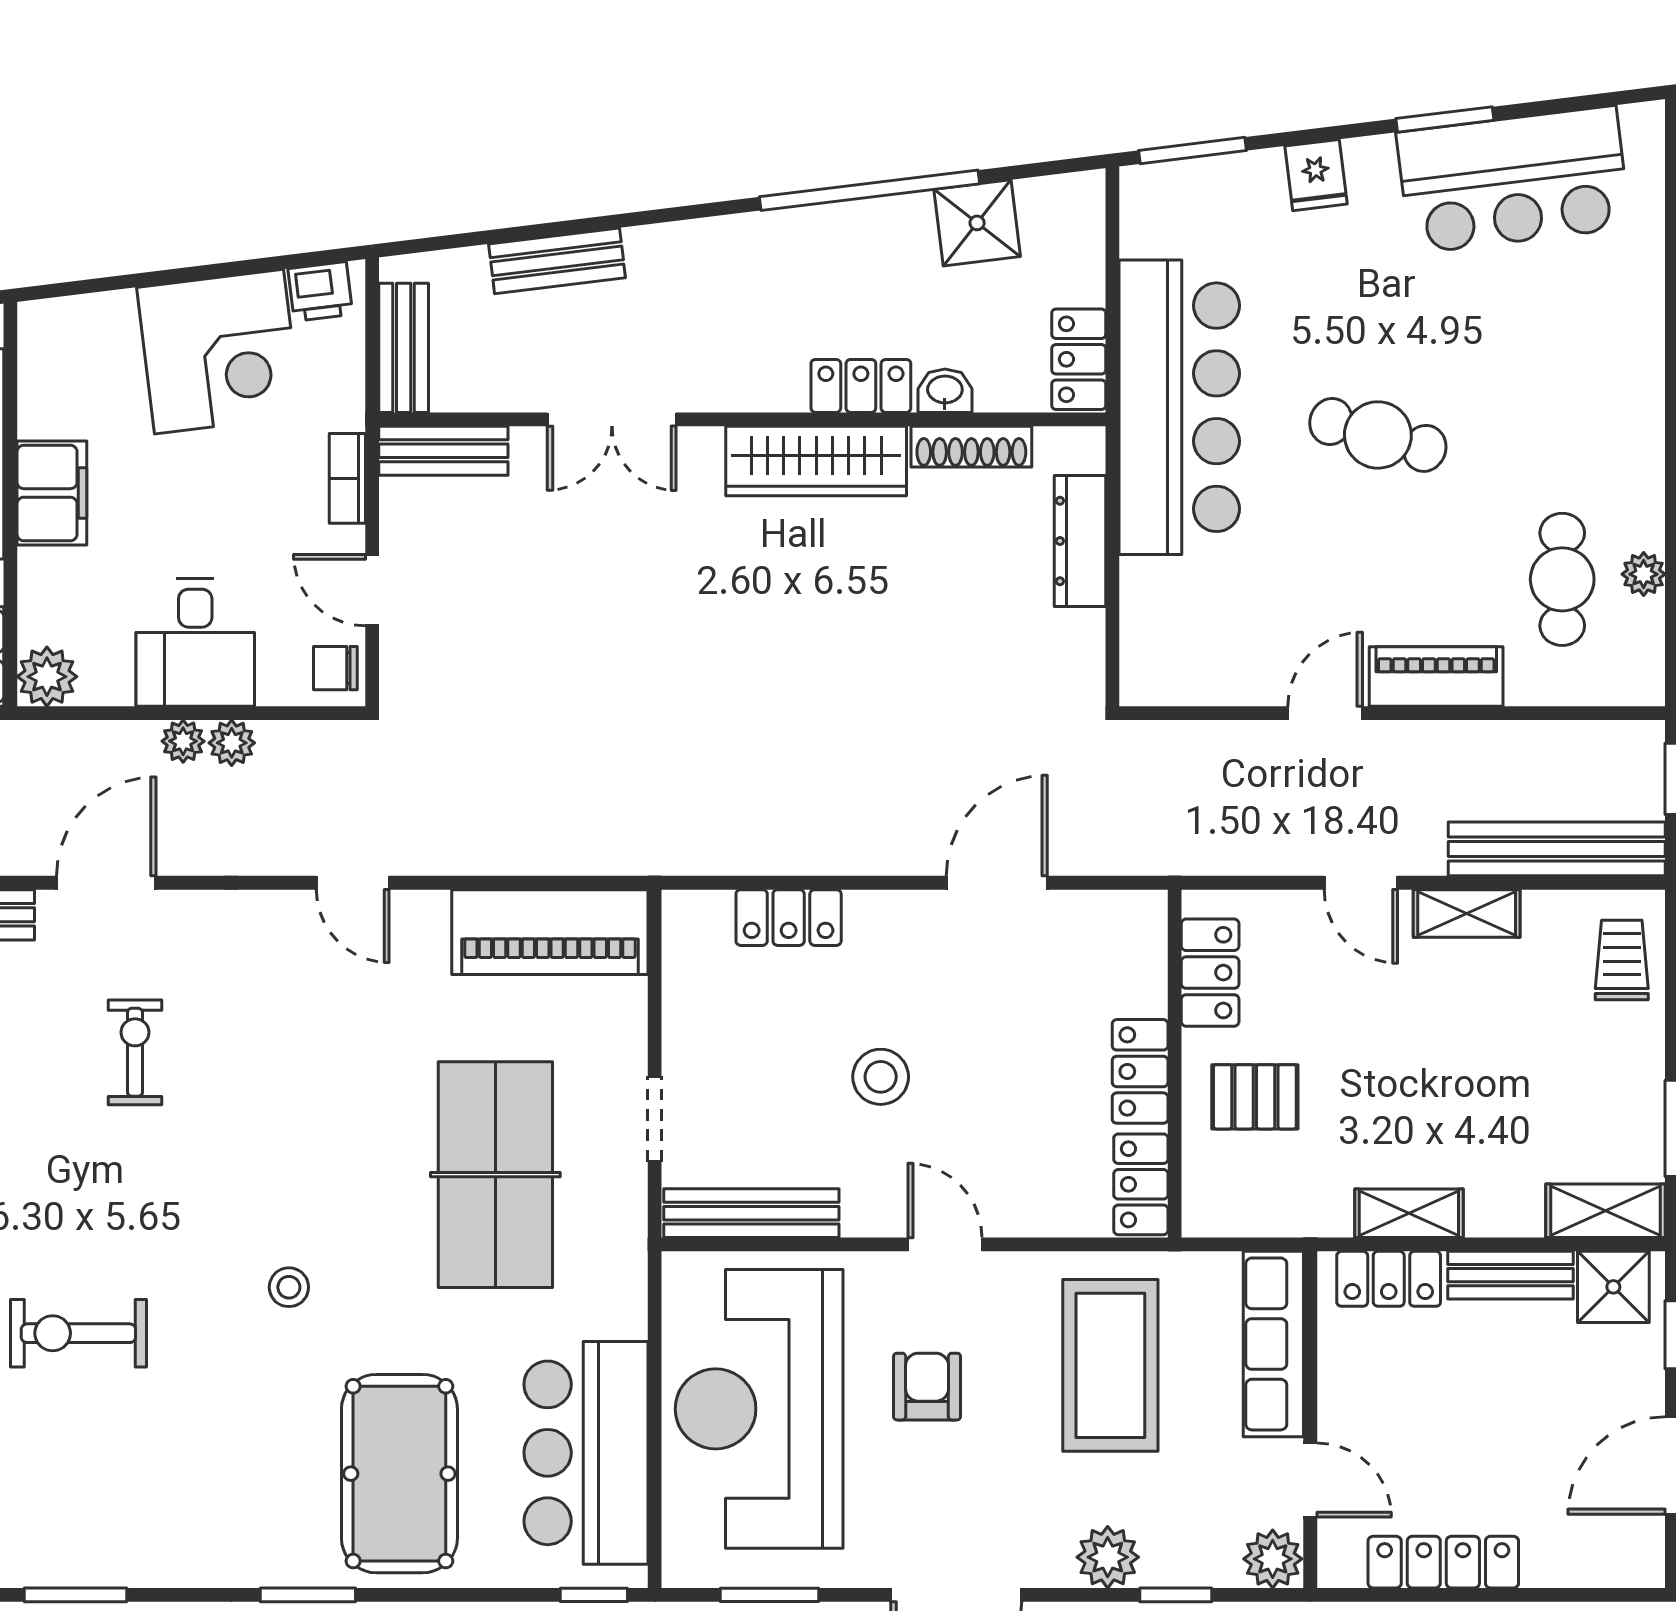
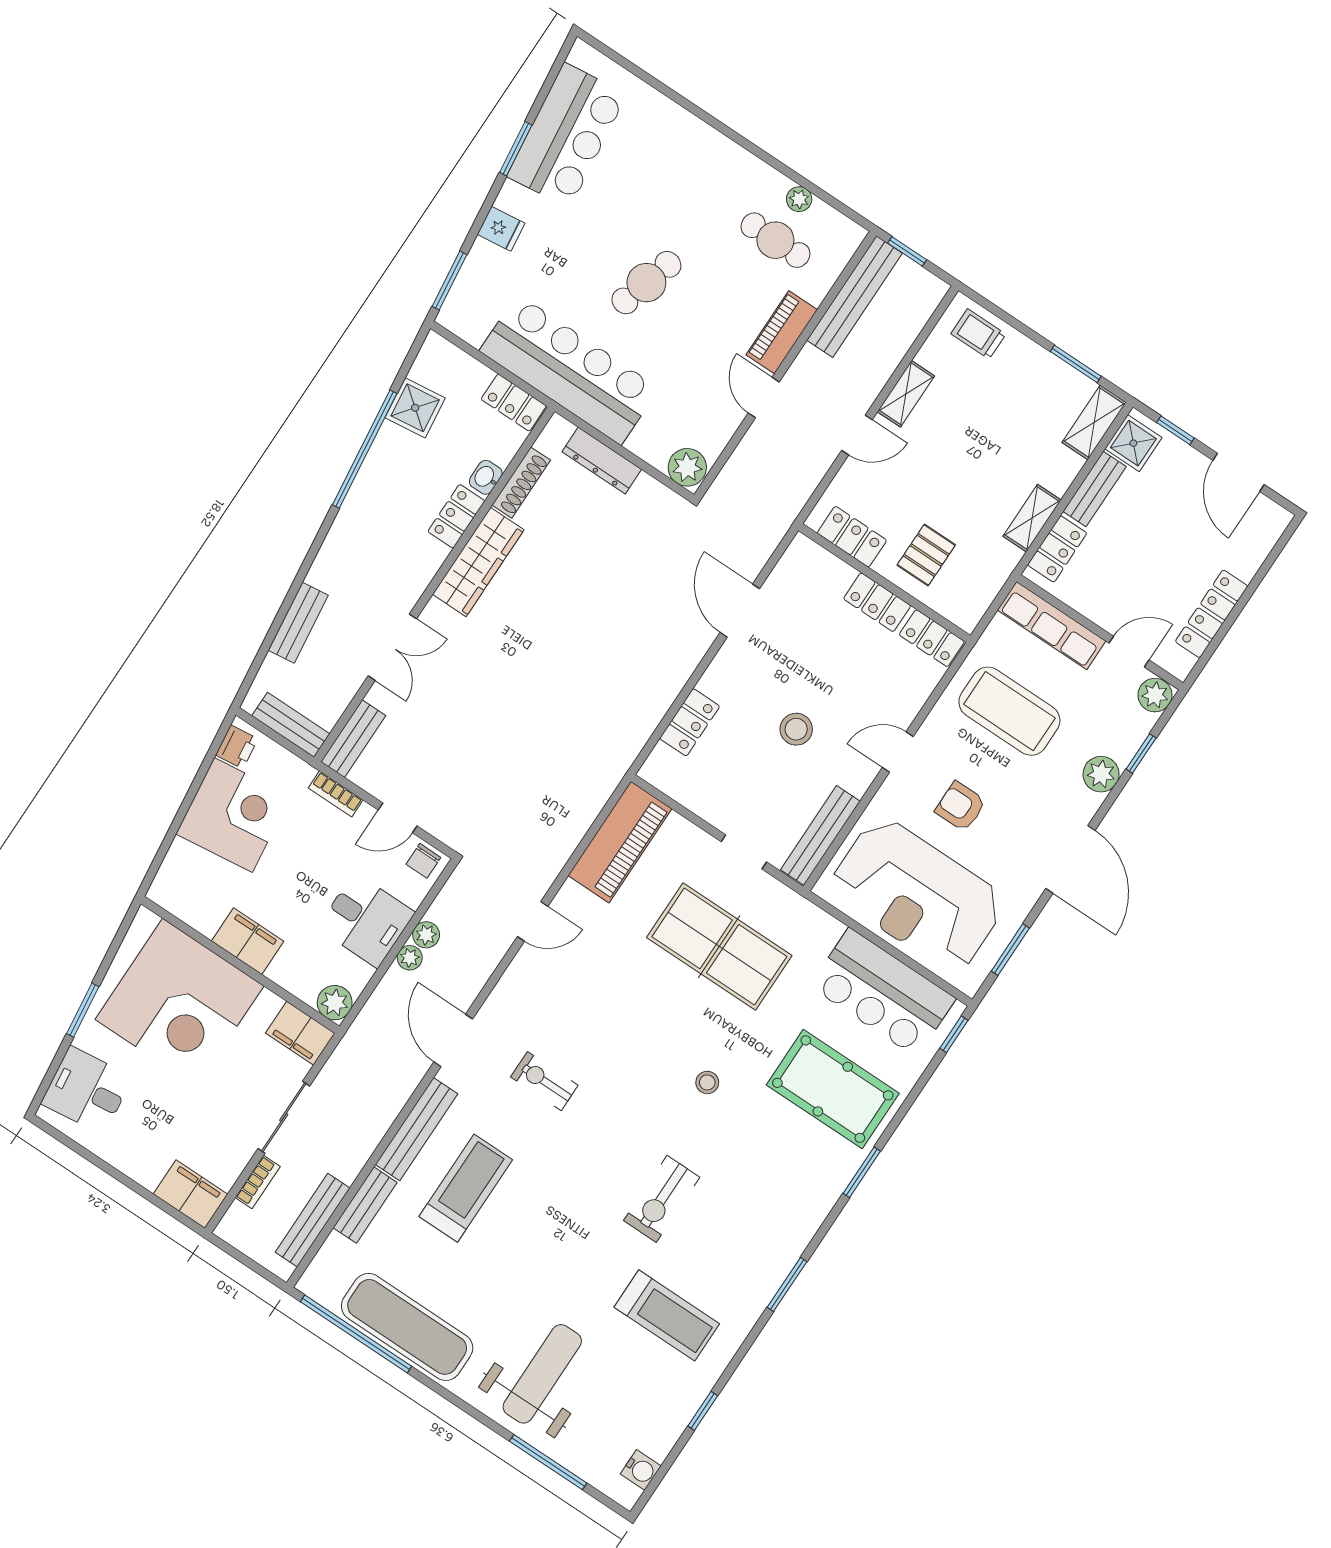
plant: (1152, 670) -> (687, 467), added
bench: (1557, 849) -> (855, 297), moved

